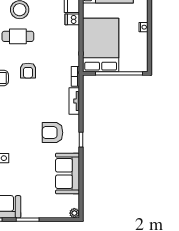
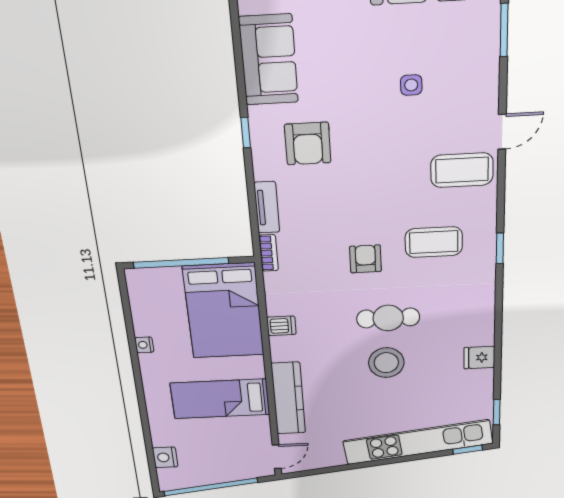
dishwasher: (72, 19) -> (281, 326), moved
armchair: (53, 133) -> (308, 144), turned 90

